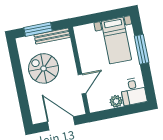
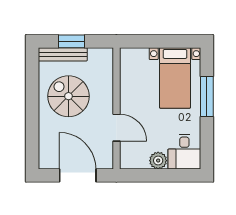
window: (38, 29) -> (72, 41), width x0.69
bench: (52, 36) -> (63, 54), moved
door: (82, 84) -> (116, 128), hinge flipped

